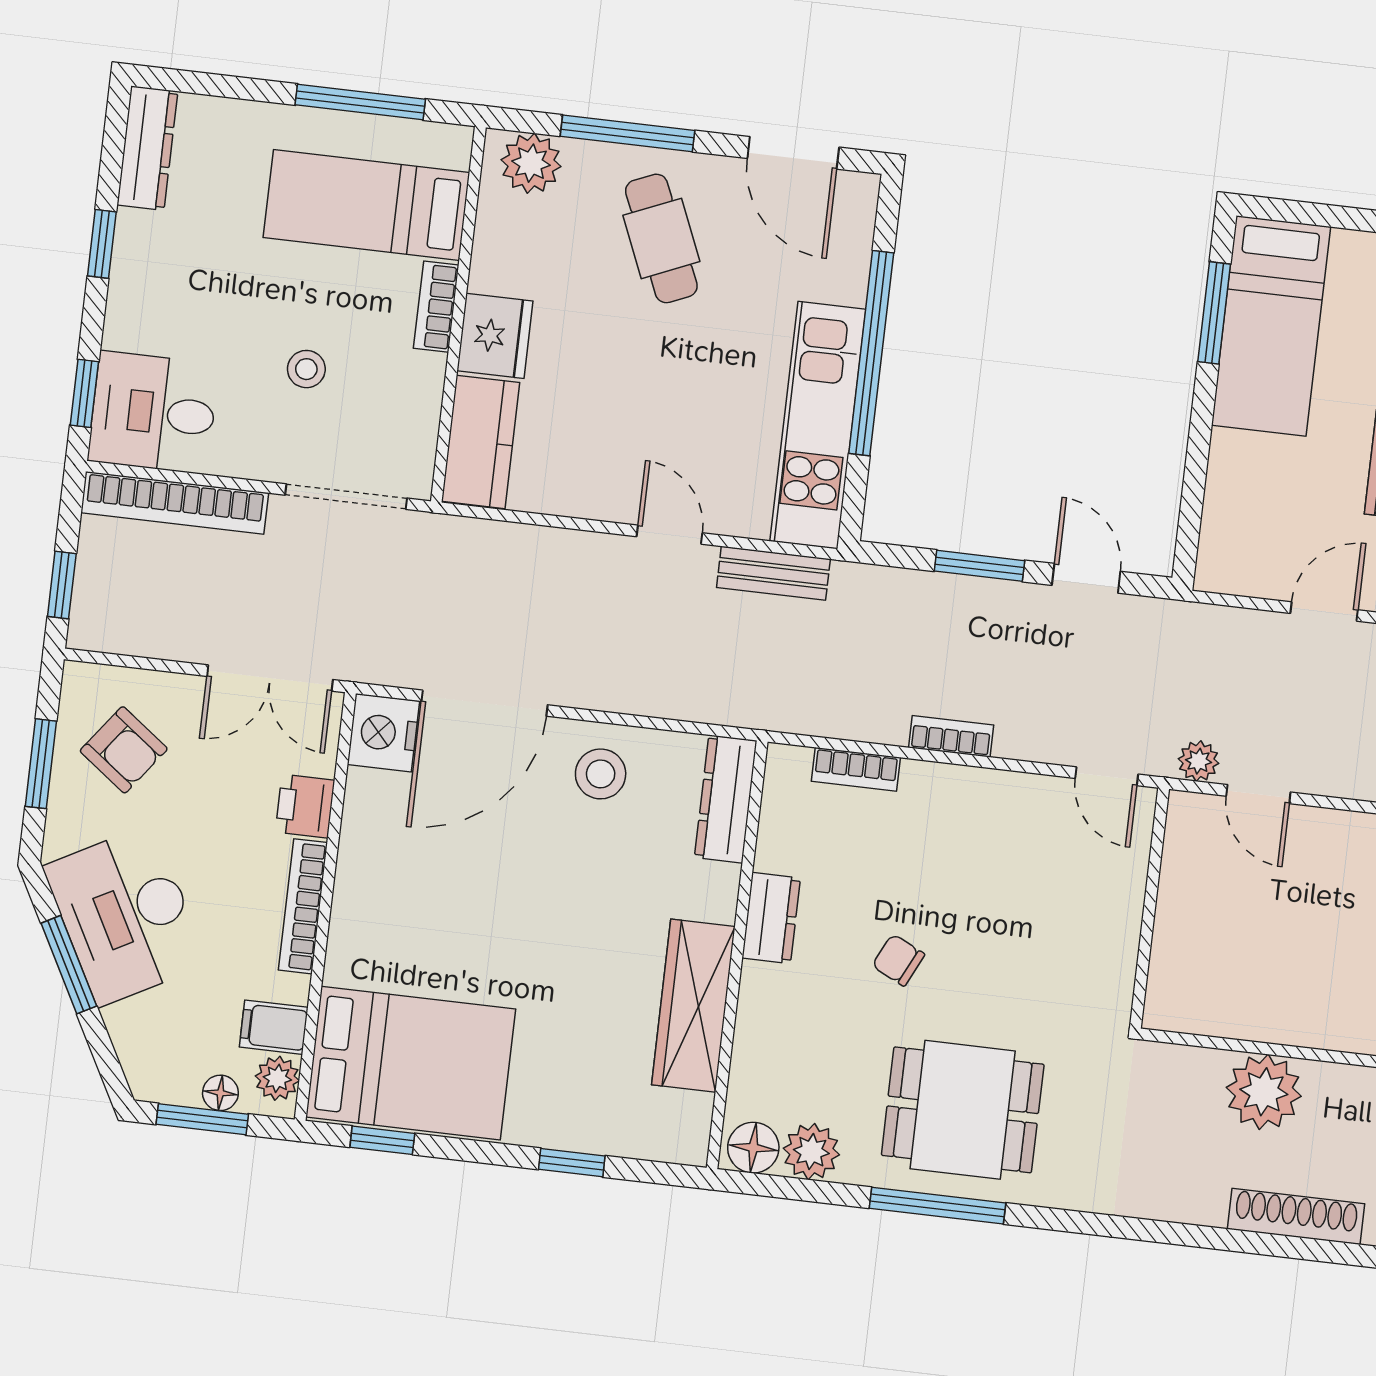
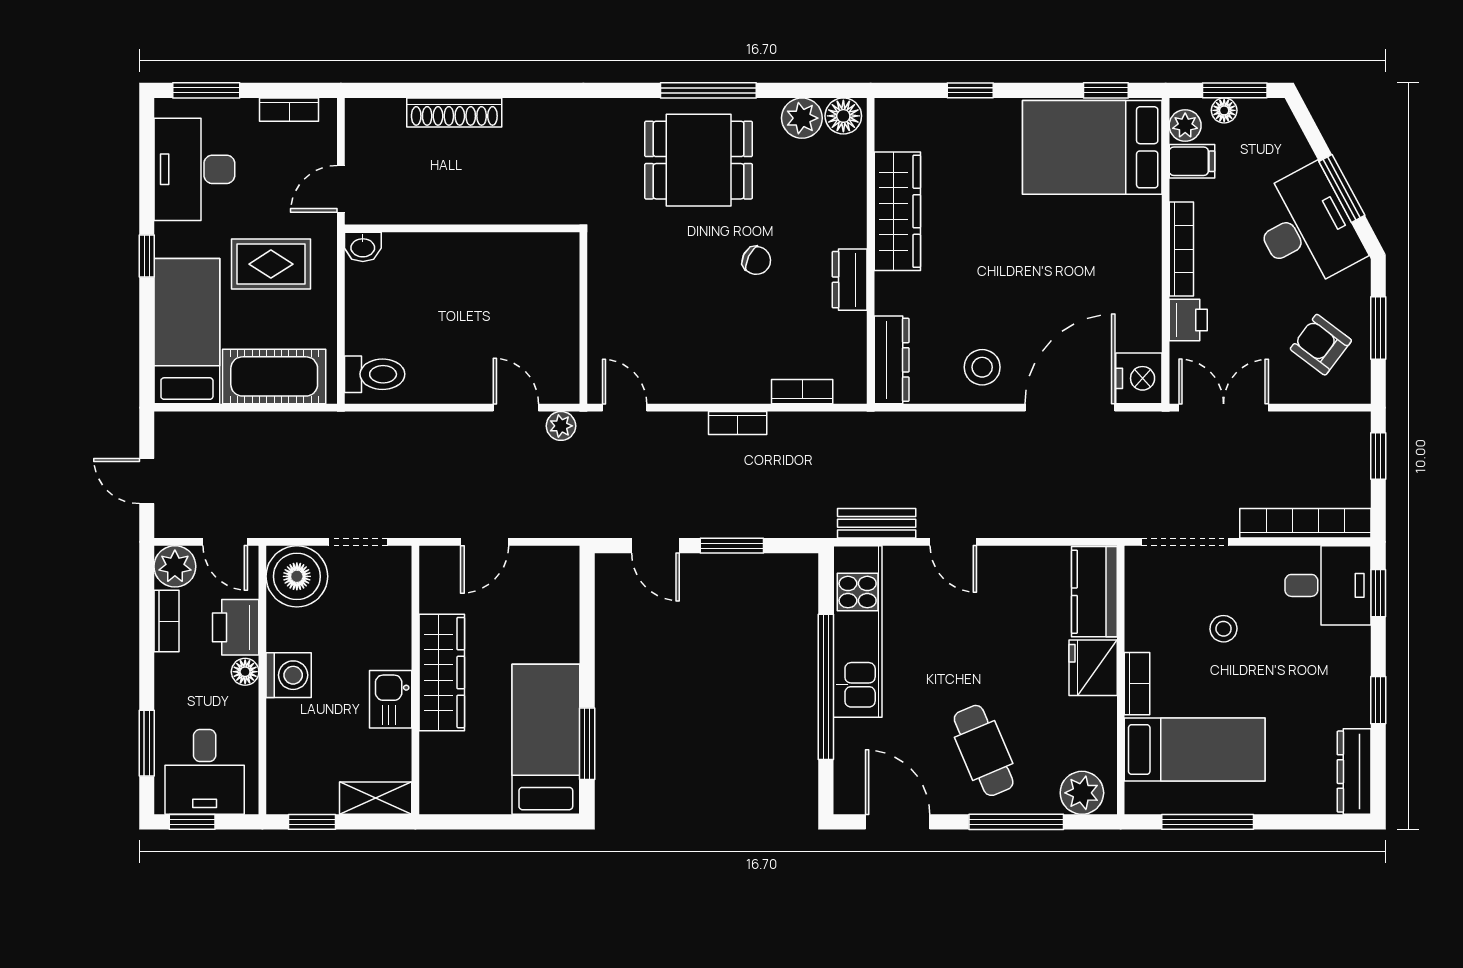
plant: (1264, 1092) -> (487, 198), removed

